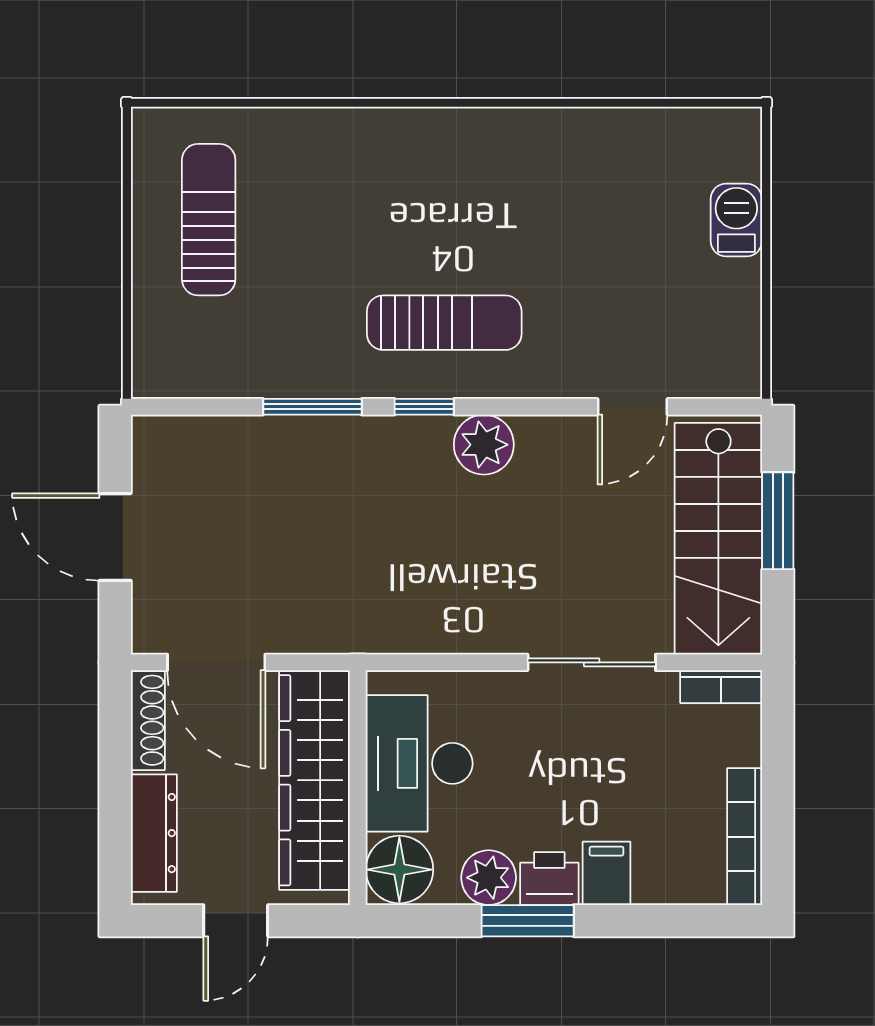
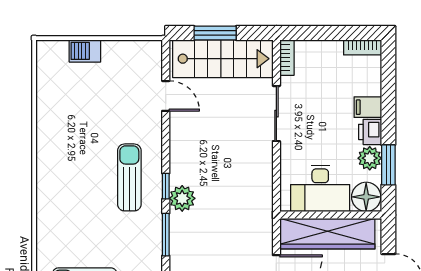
plant: (484, 445) -> (182, 198), moved
bookcase: (745, 837) -> (363, 47), width x0.64
window: (528, 921) -> (388, 165), moved

